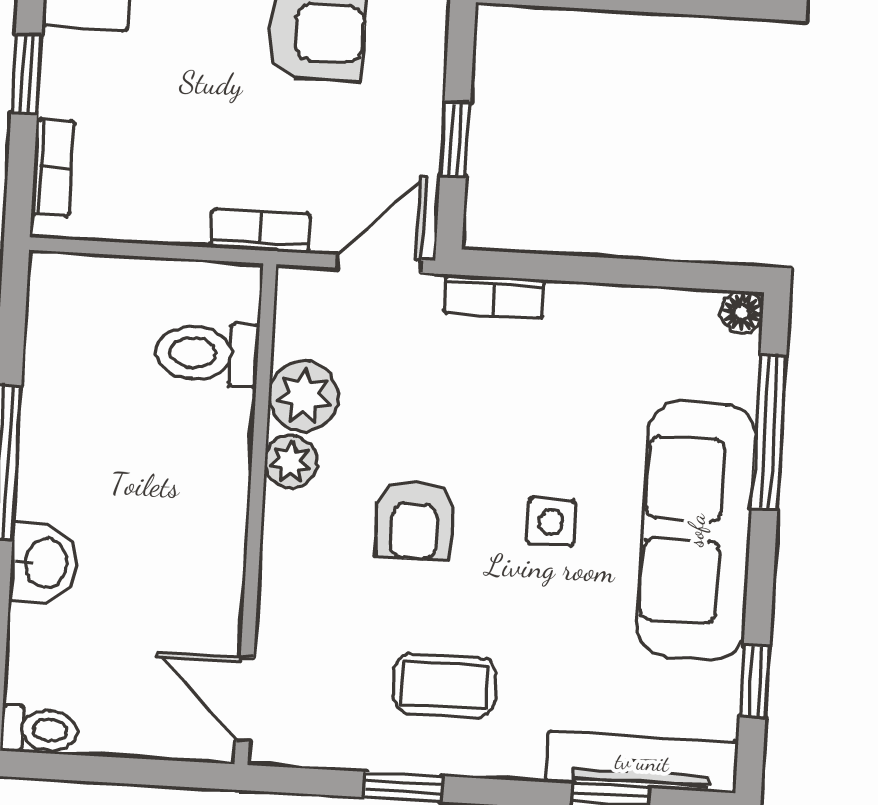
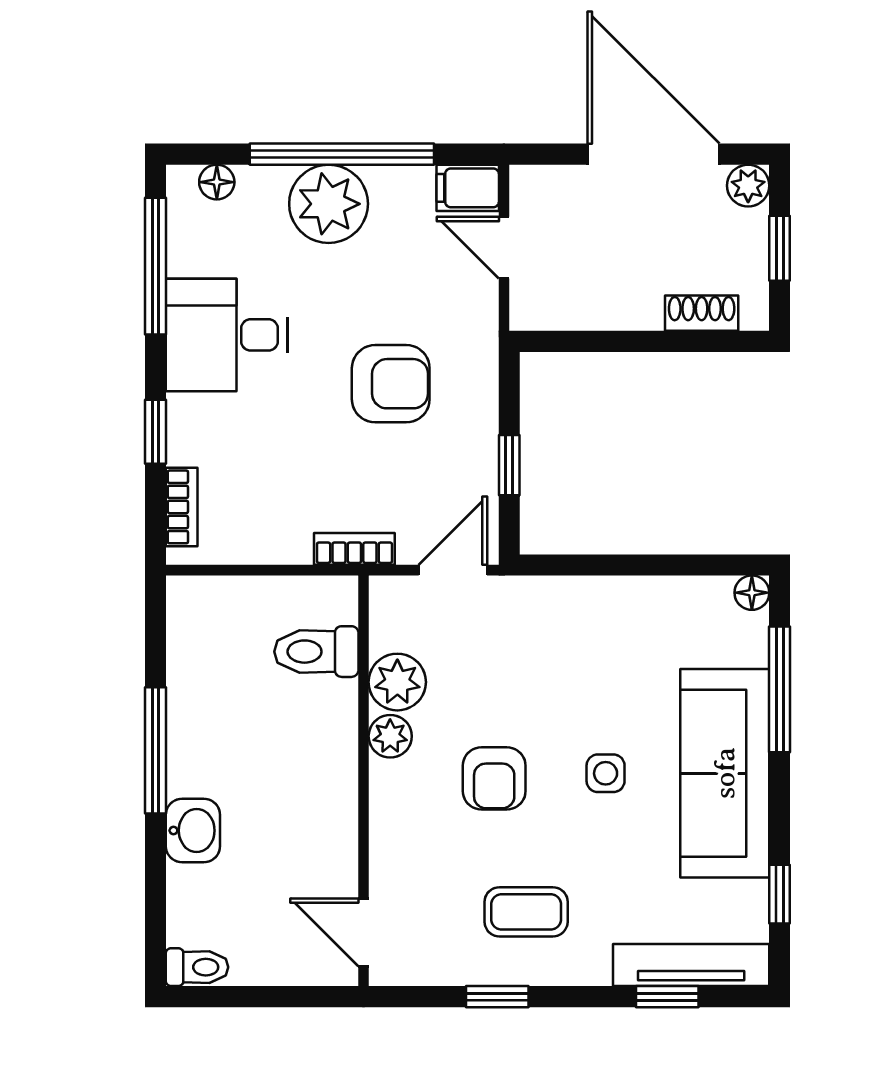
bookcase: (494, 297) -> (548, 592), removed

